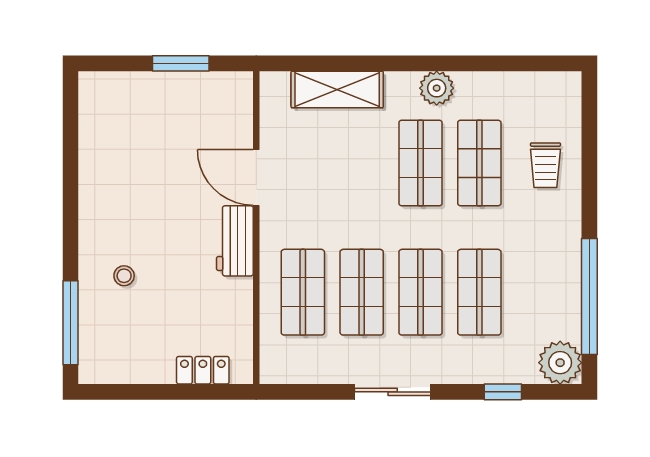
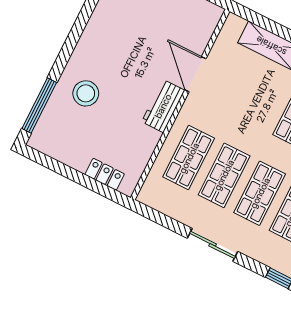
stool: (124, 276) -> (86, 93), width x1.89, depth x1.89

